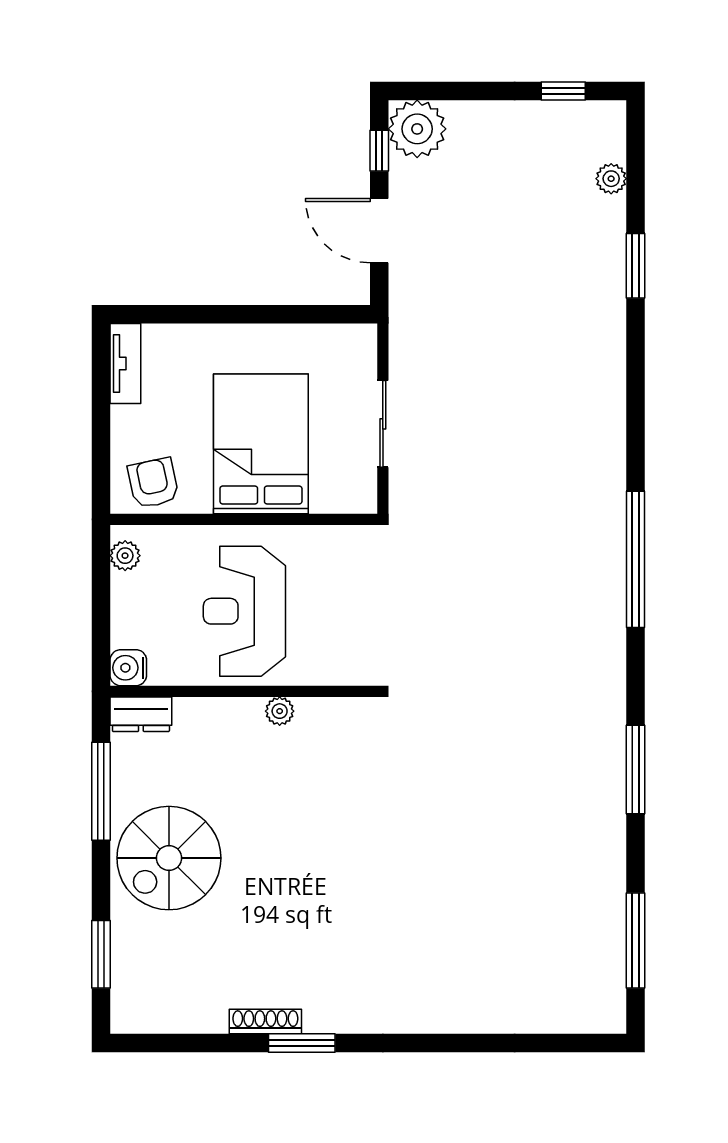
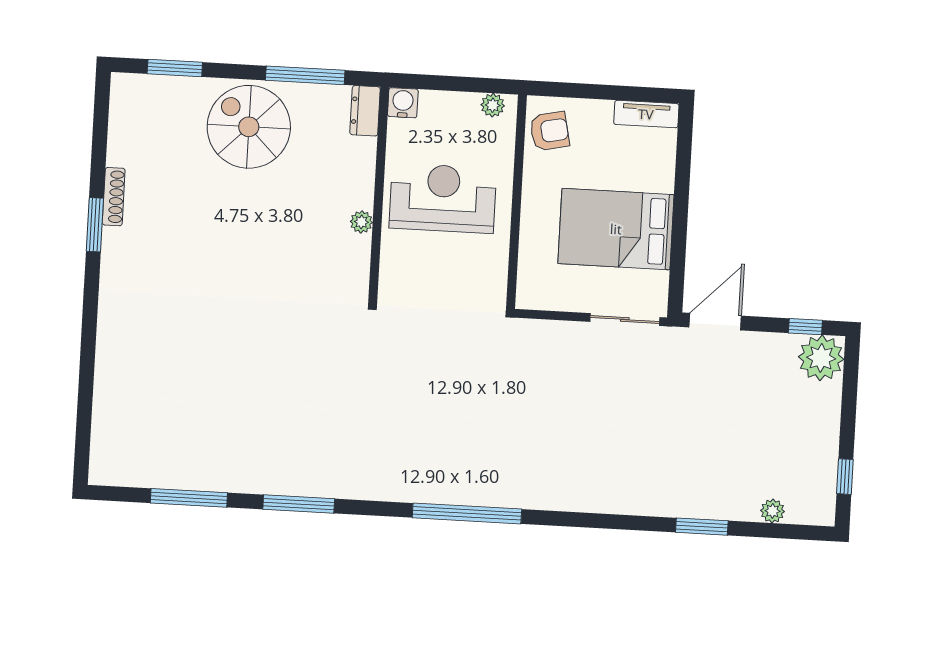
door: (379, 231) -> (715, 322), moved
sliding door: (383, 424) -> (625, 319), moved
bed: (261, 444) -> (616, 229), moved, turned 180
window: (635, 940) -> (189, 498), moved

